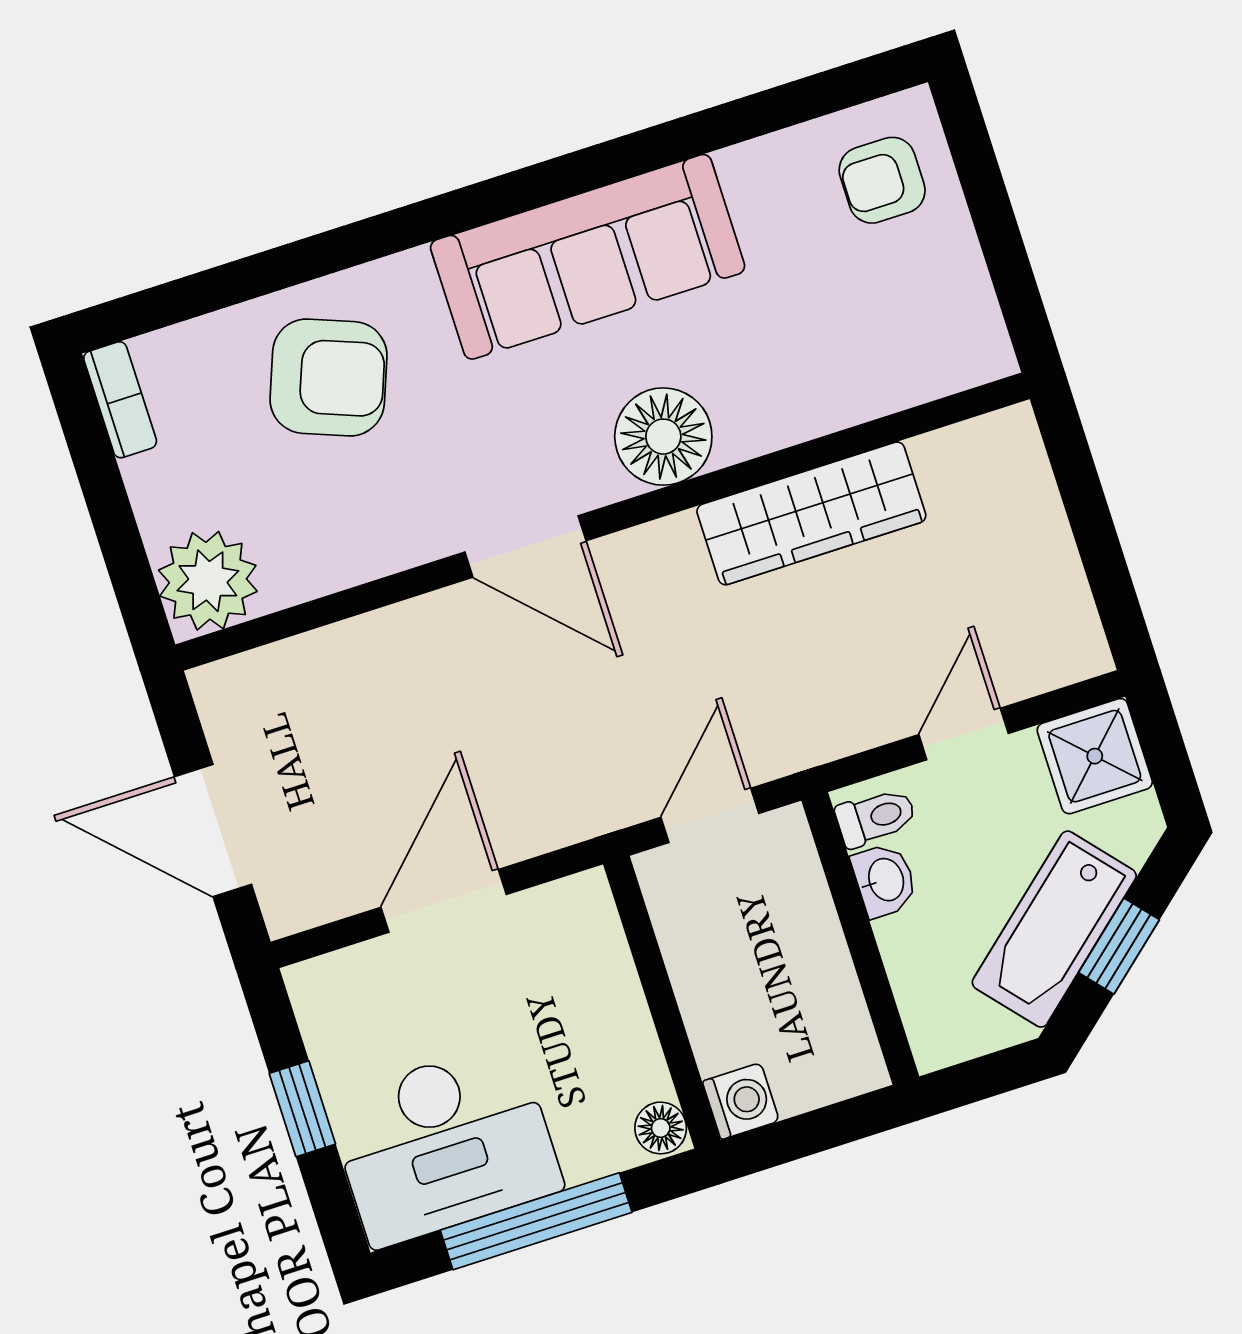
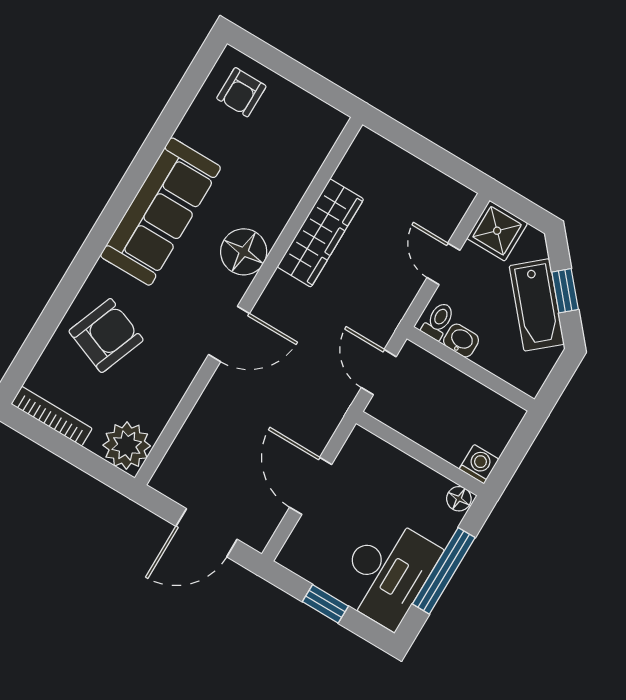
bookcase: (120, 400) -> (52, 416), width x1.56

